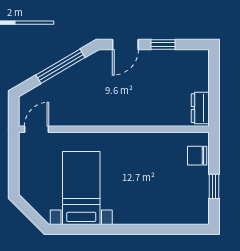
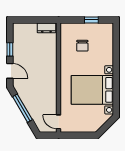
chair: (197, 156) -> (82, 46), moved
bed with nightstands: (81, 188) -> (92, 90), width x1.36

